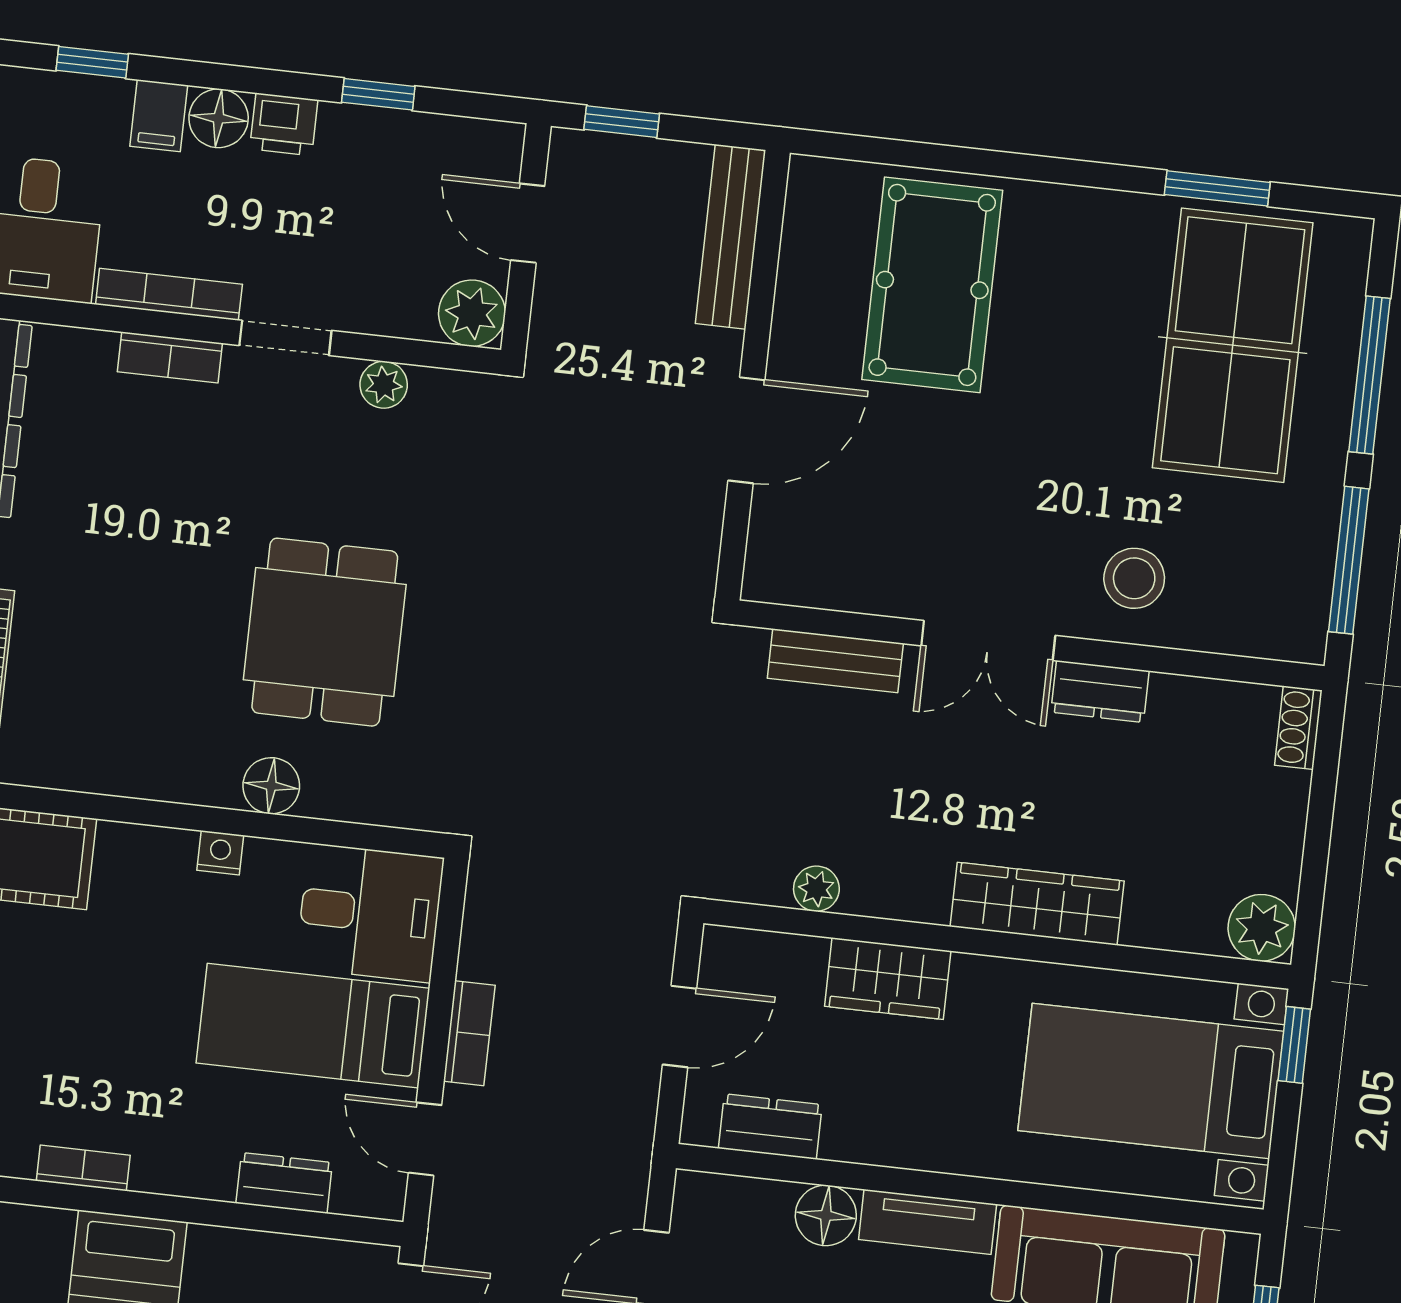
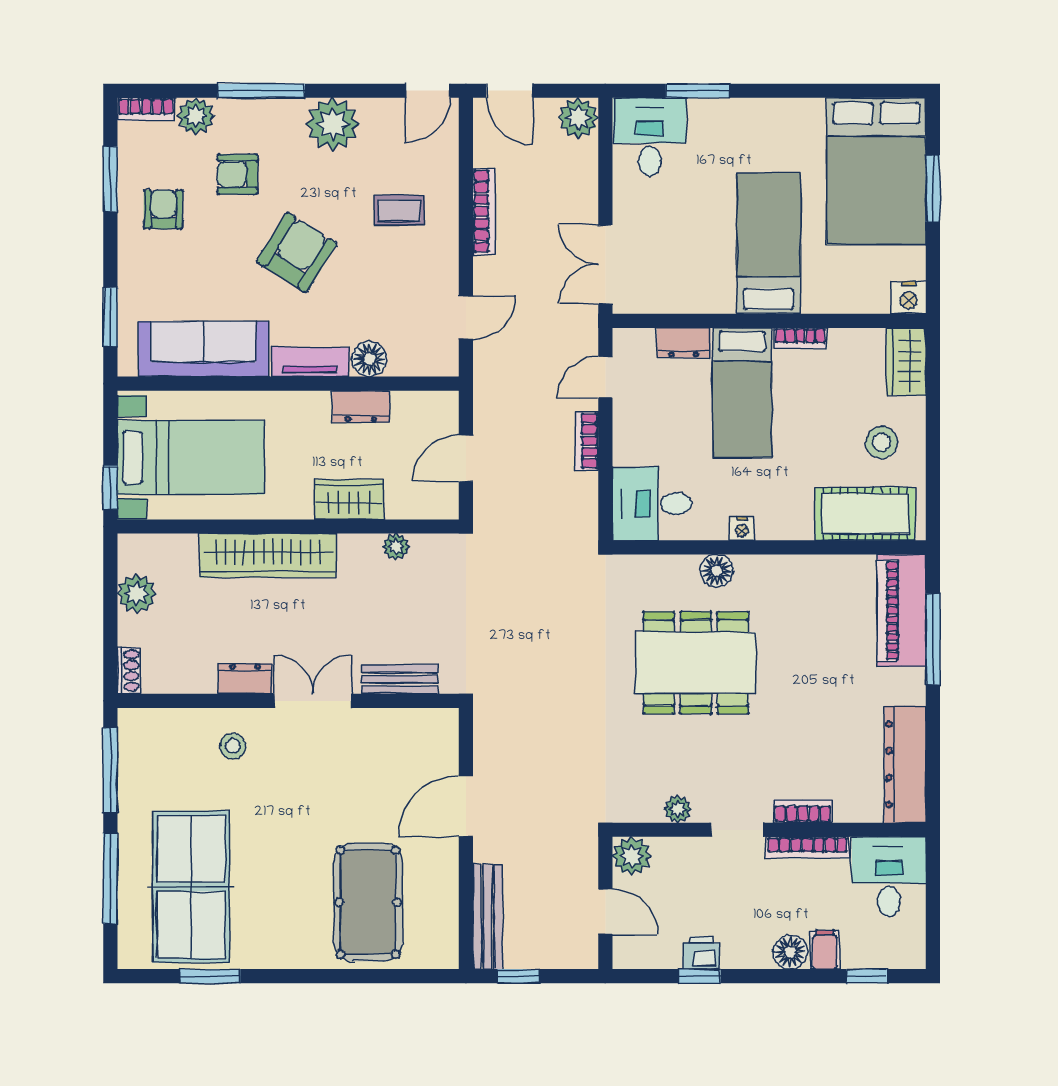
window: (622, 122) -> (519, 976), moved
printer: (284, 124) -> (701, 953), moved
stool: (1134, 578) -> (233, 746), width x0.73, depth x0.73
dining table: (325, 632) -> (696, 663), width x1.38
wardrobe: (1037, 904) -> (268, 556), width x1.40, depth x1.17
plant: (1262, 928) -> (137, 594), moved
bed: (313, 1026) -> (742, 393), moved, turned 90
dresser: (770, 1127) -> (361, 407), moved
door: (425, 1139) -> (605, 377), swing flipped

